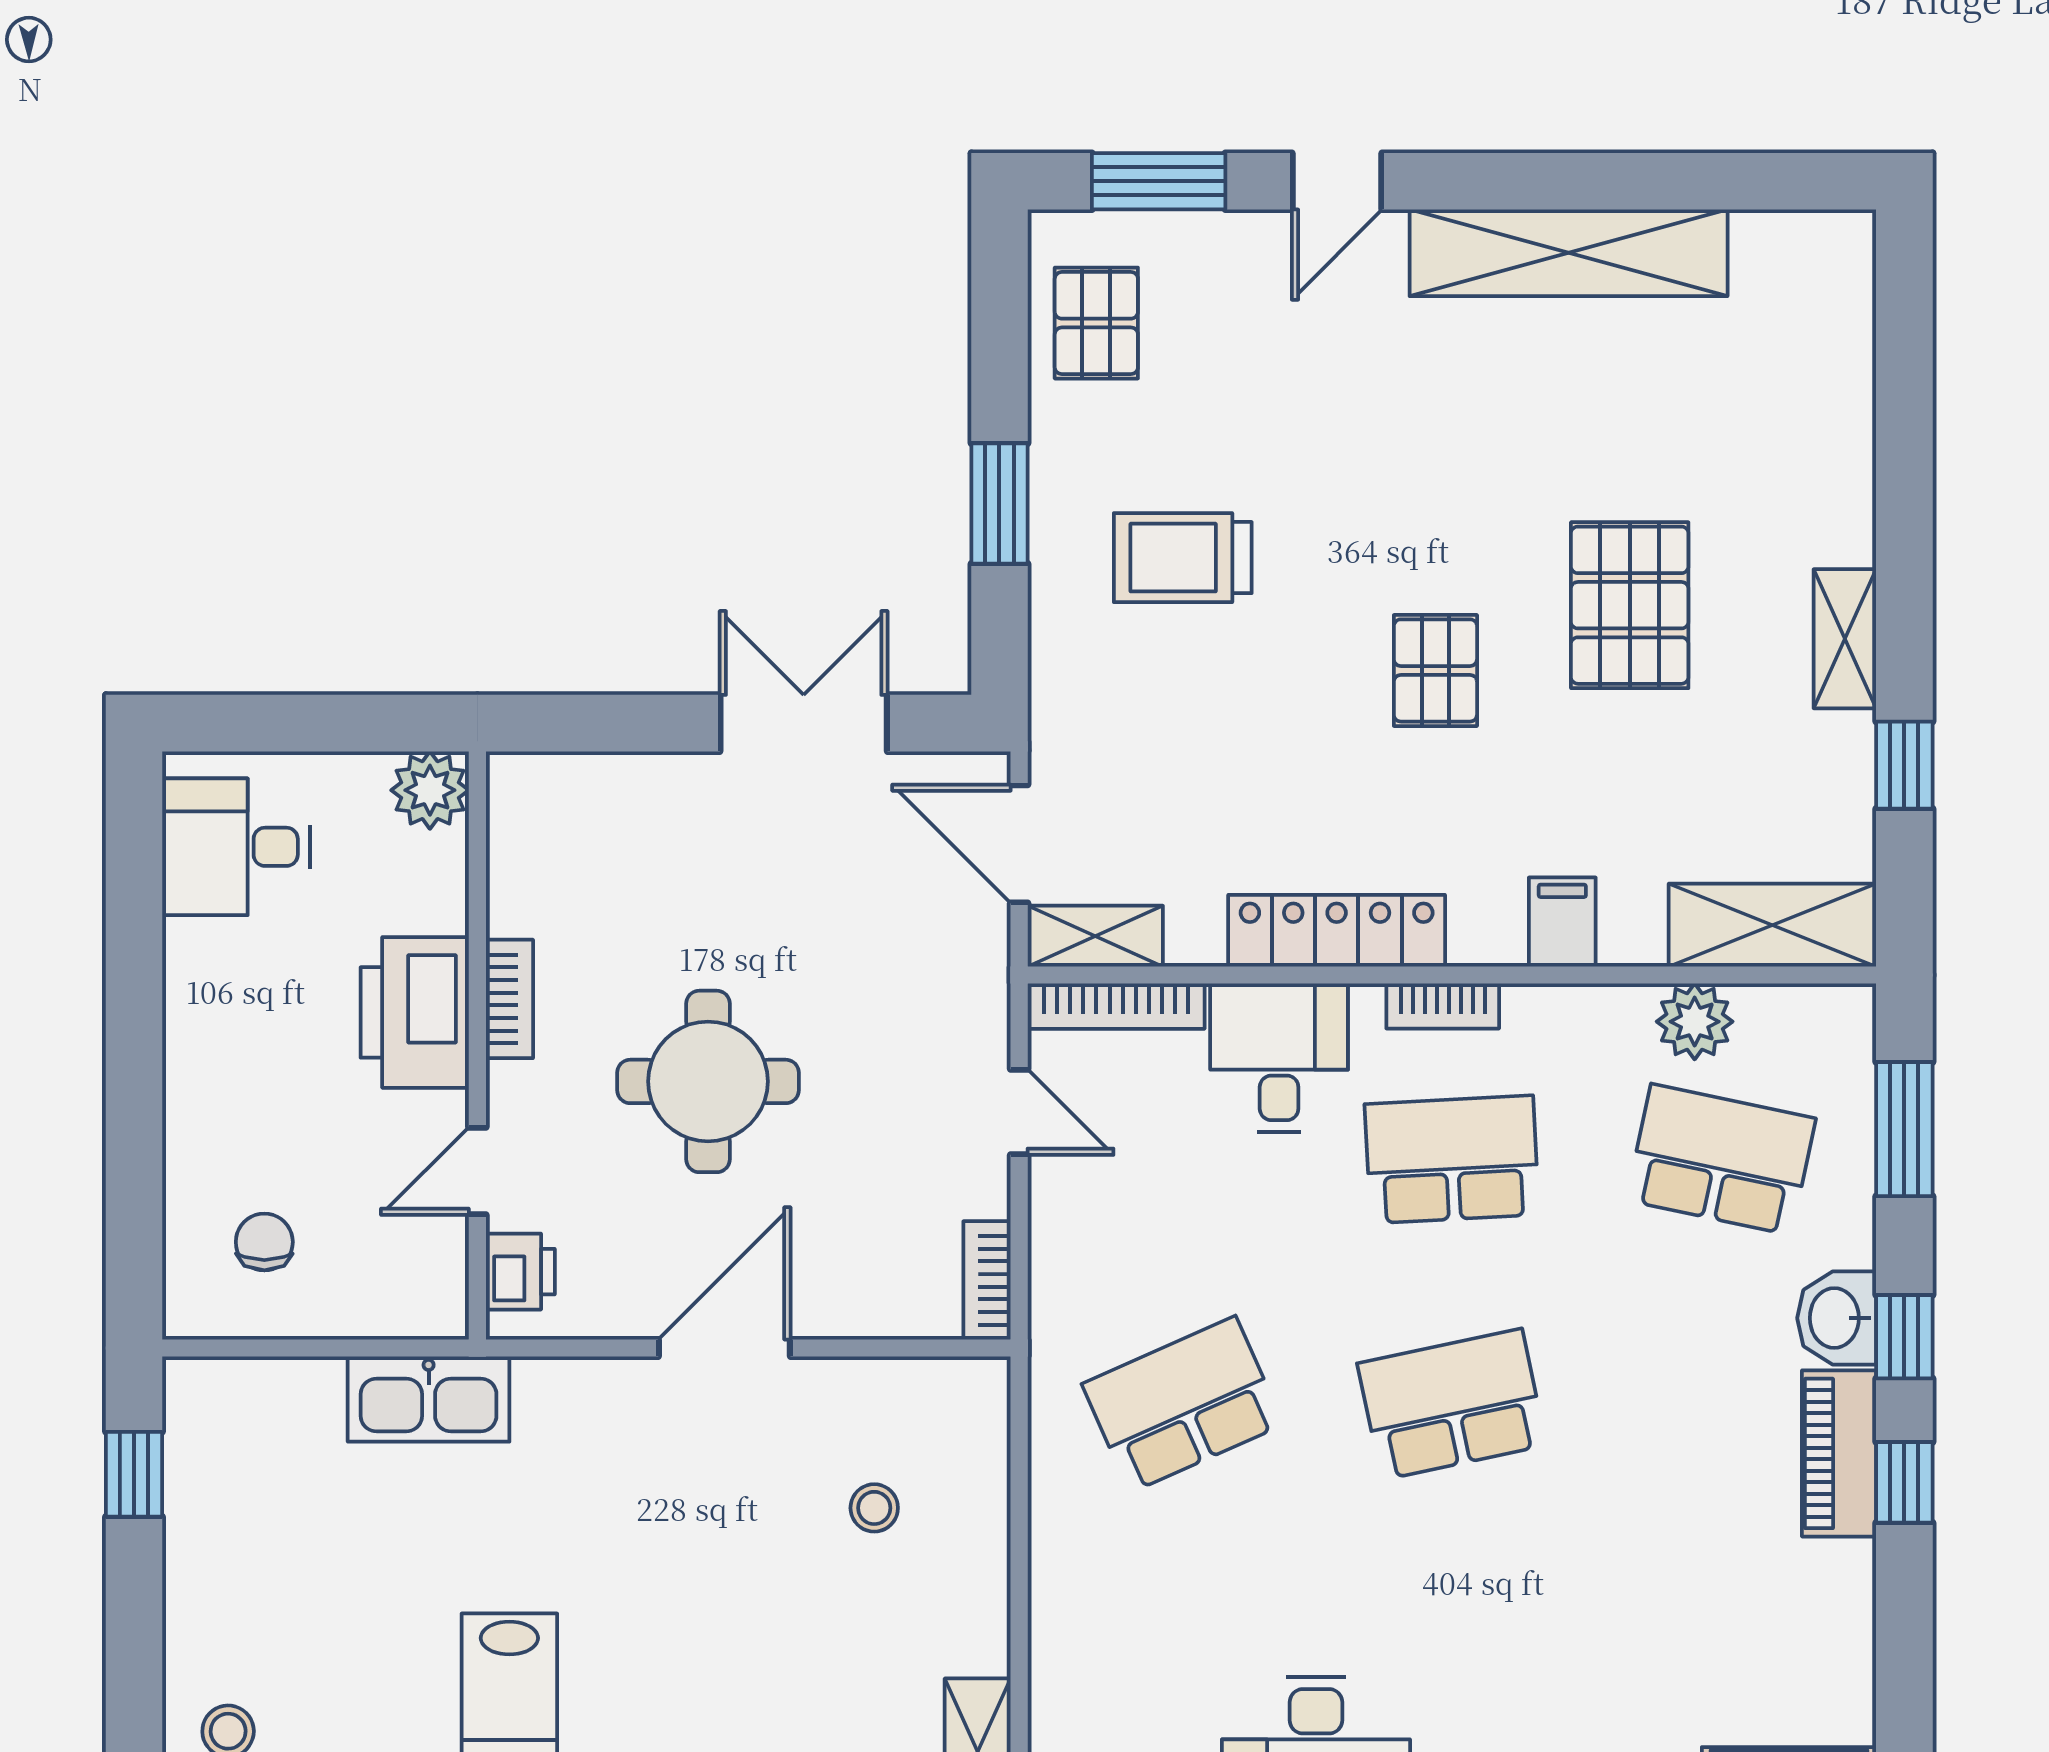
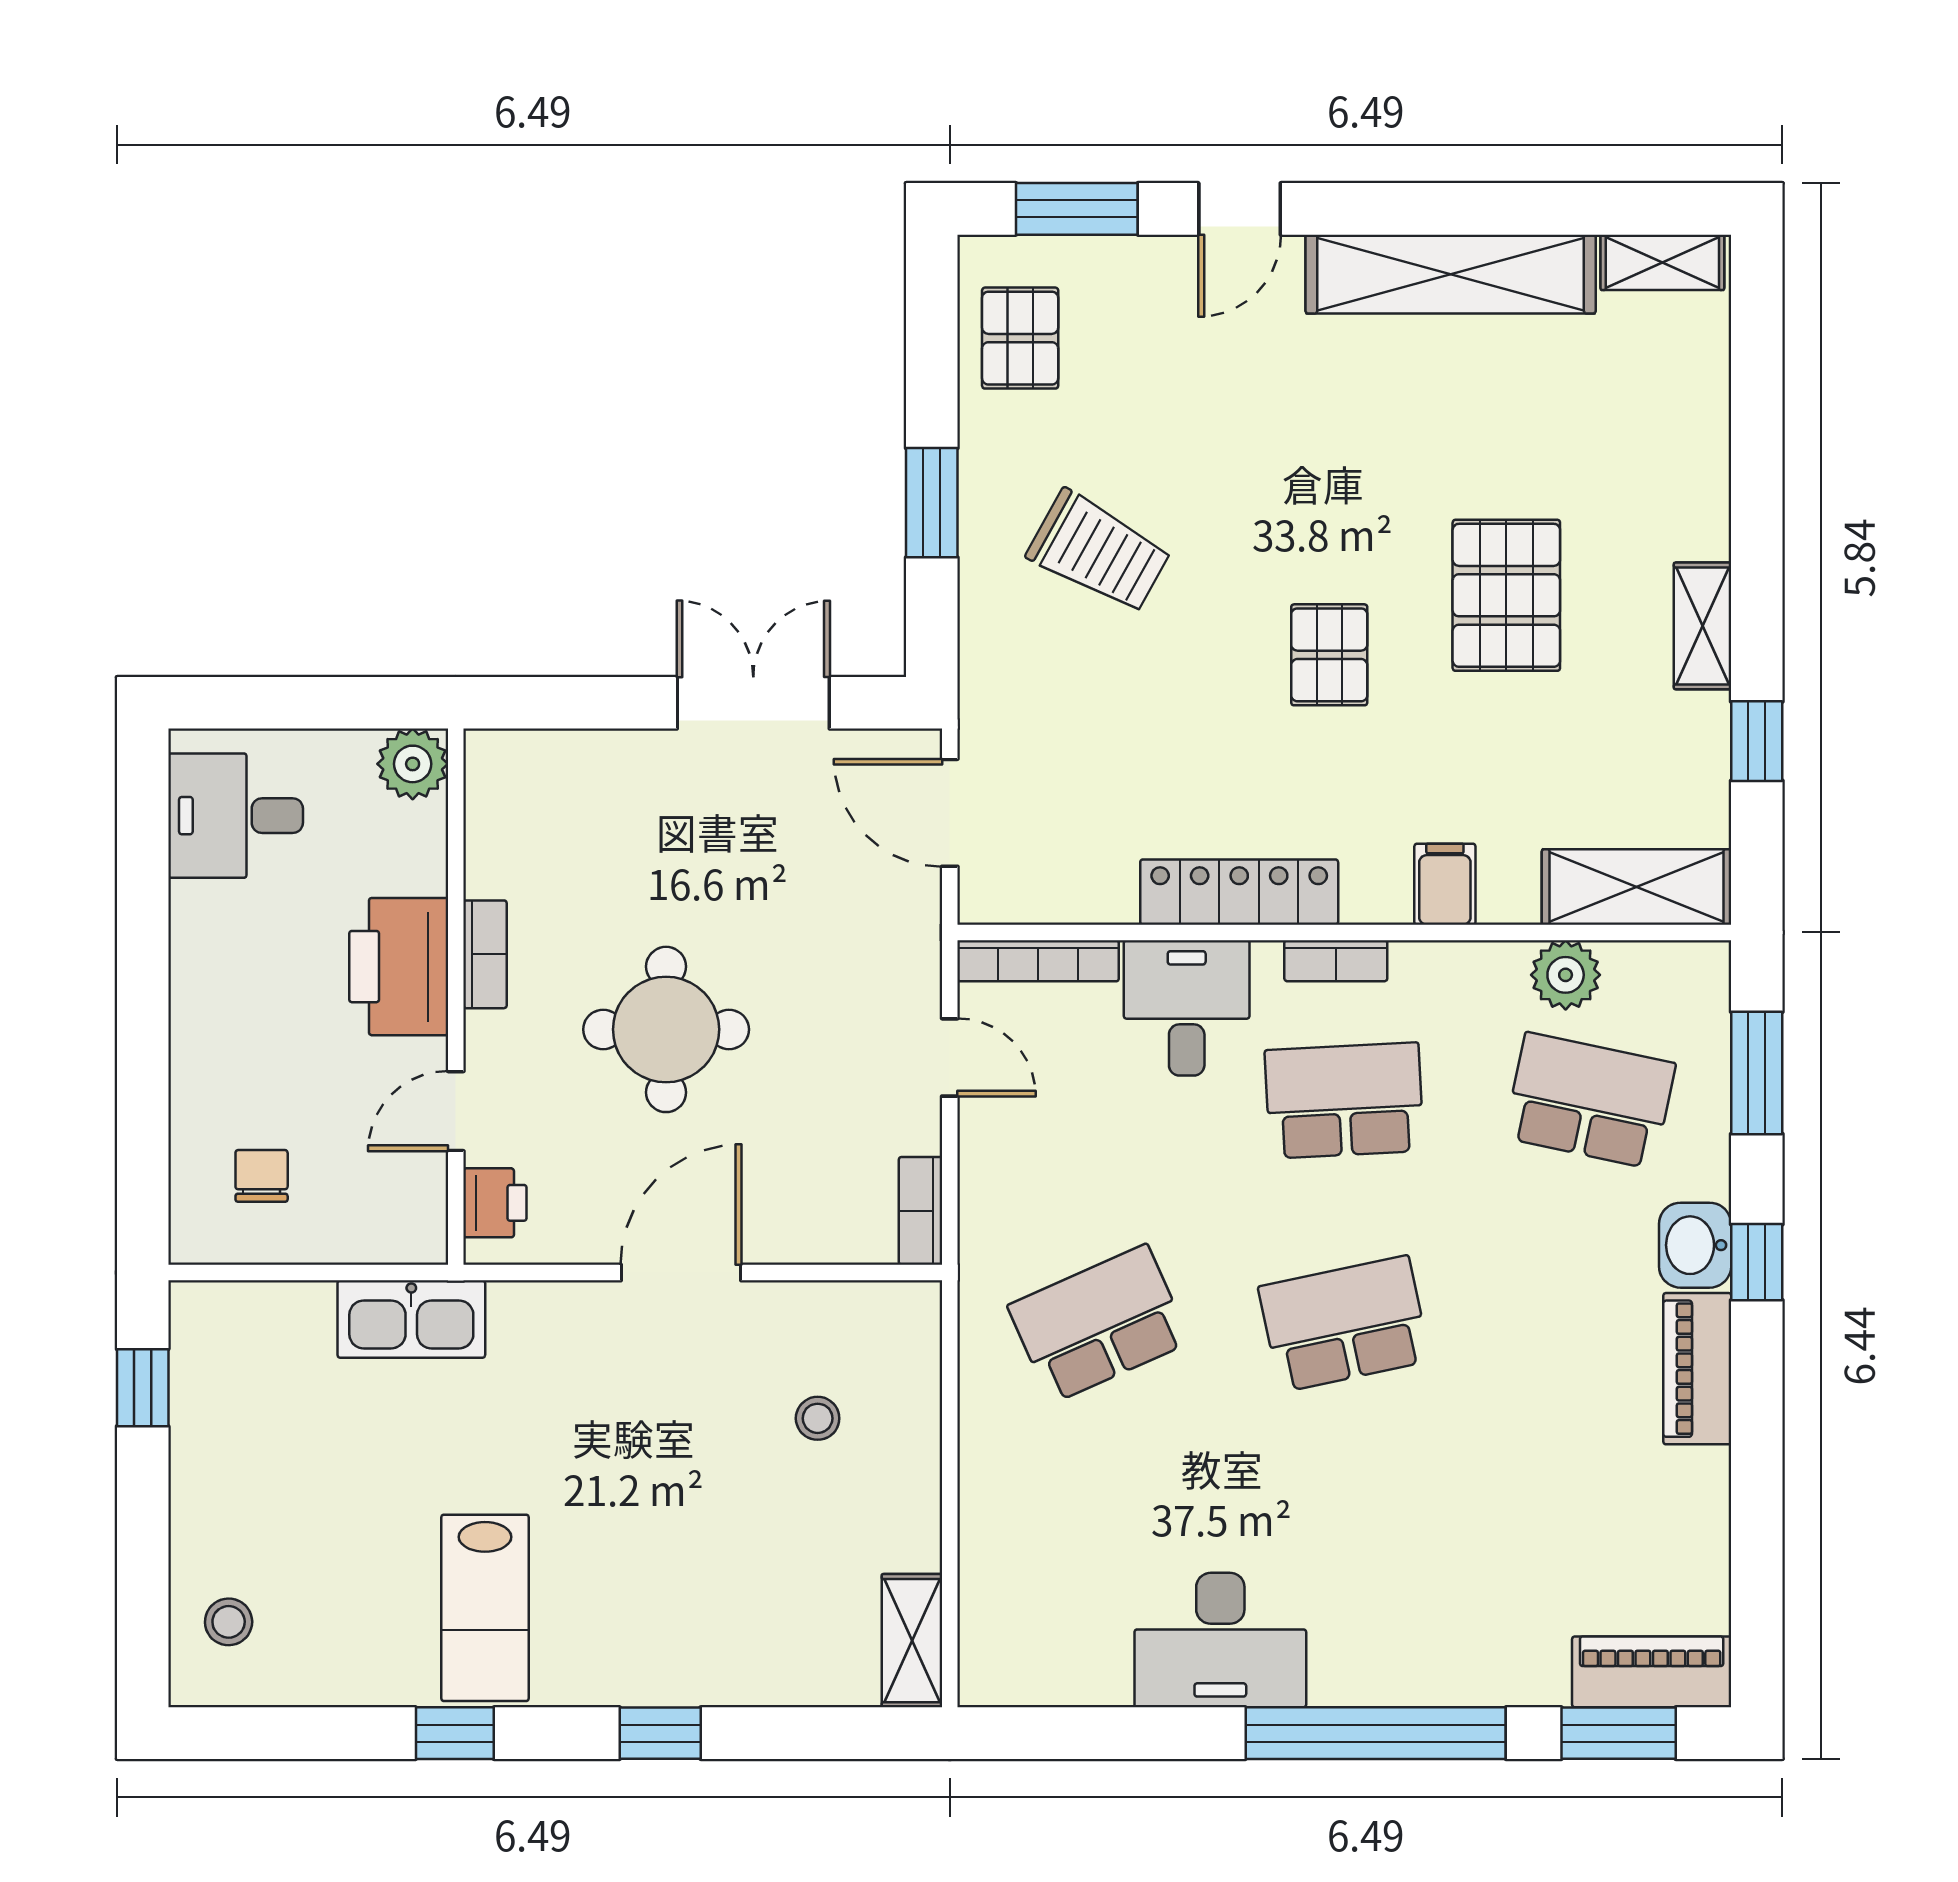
trolley: (1183, 558) -> (1099, 552), turned -151
shelving: (1095, 936) -> (1662, 262), moved
window: (1904, 1482) -> (1757, 1395), removed

